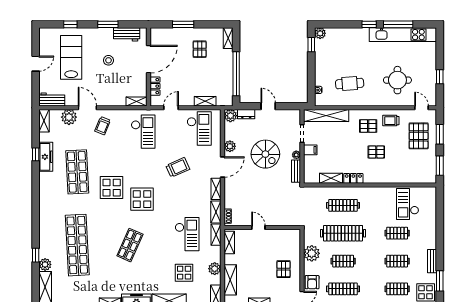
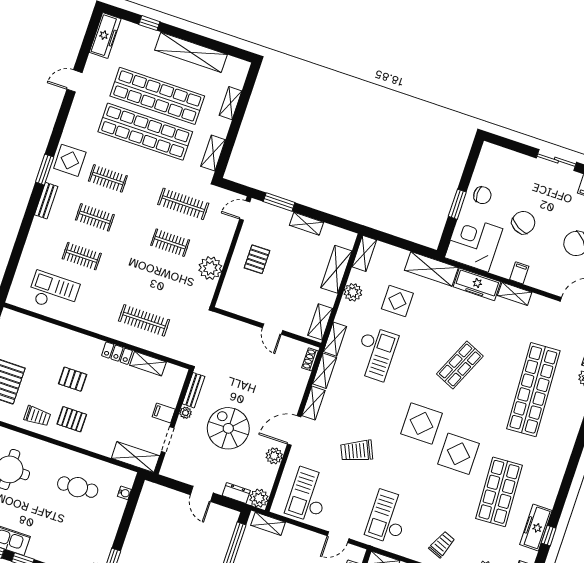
shelving: (205, 101) -> (268, 524), moved
shelving: (326, 115) -> (135, 457), width x0.68
checkout: (408, 204) -> (53, 292), turned -90
clothes rail: (343, 233) -> (157, 282), removed
checkout: (187, 234) -> (375, 354), turned 180
armchair: (312, 282) -> (223, 228), removed

